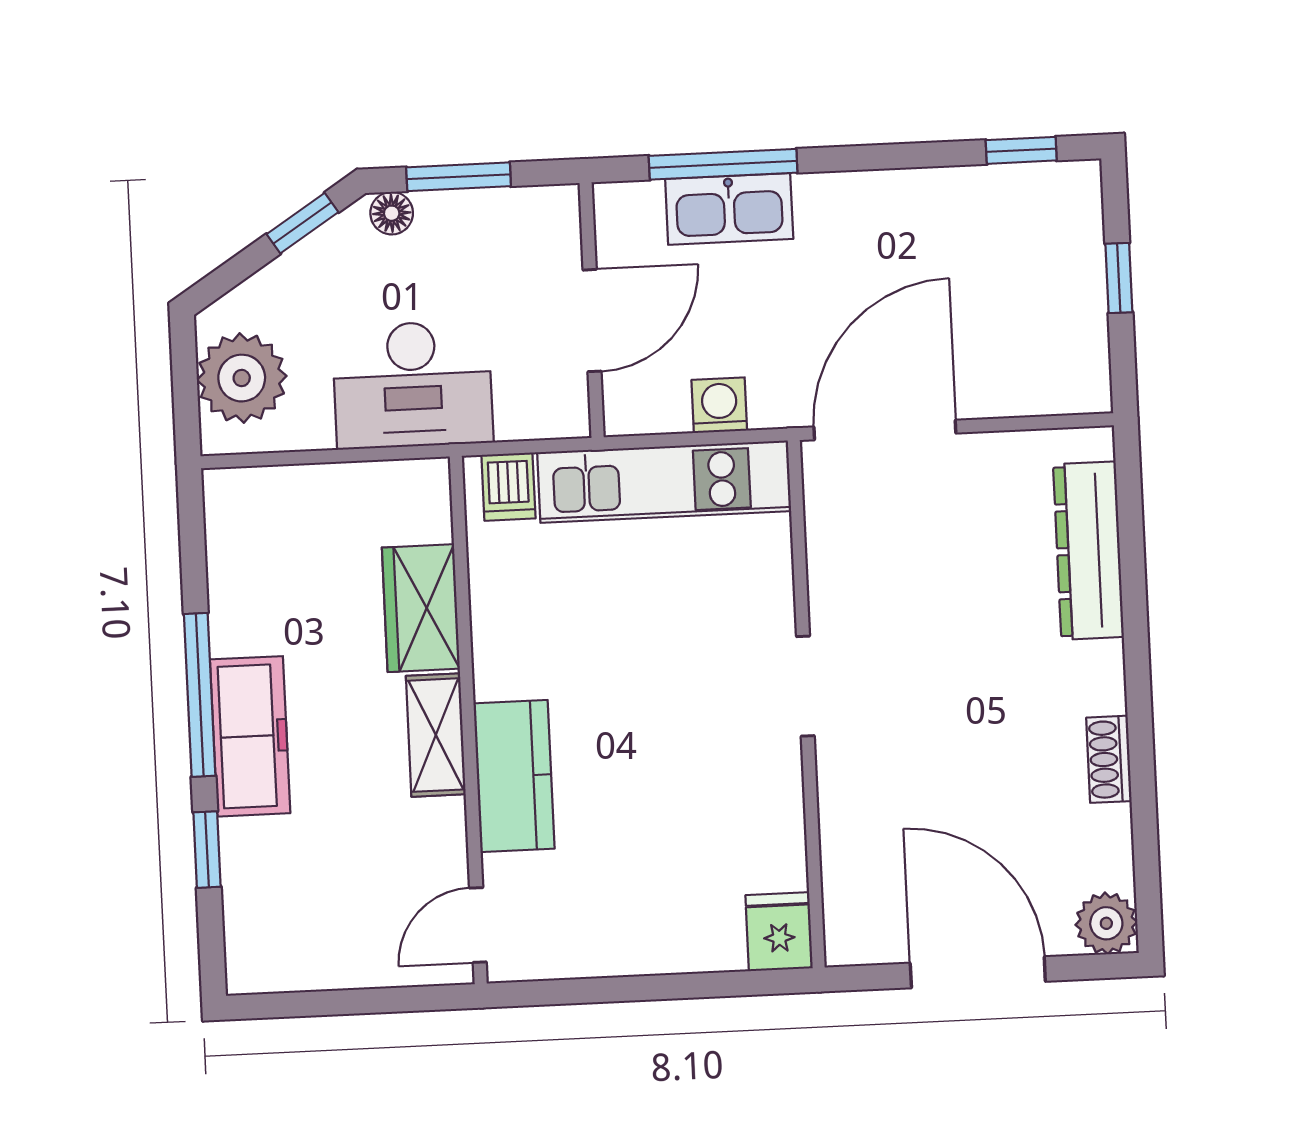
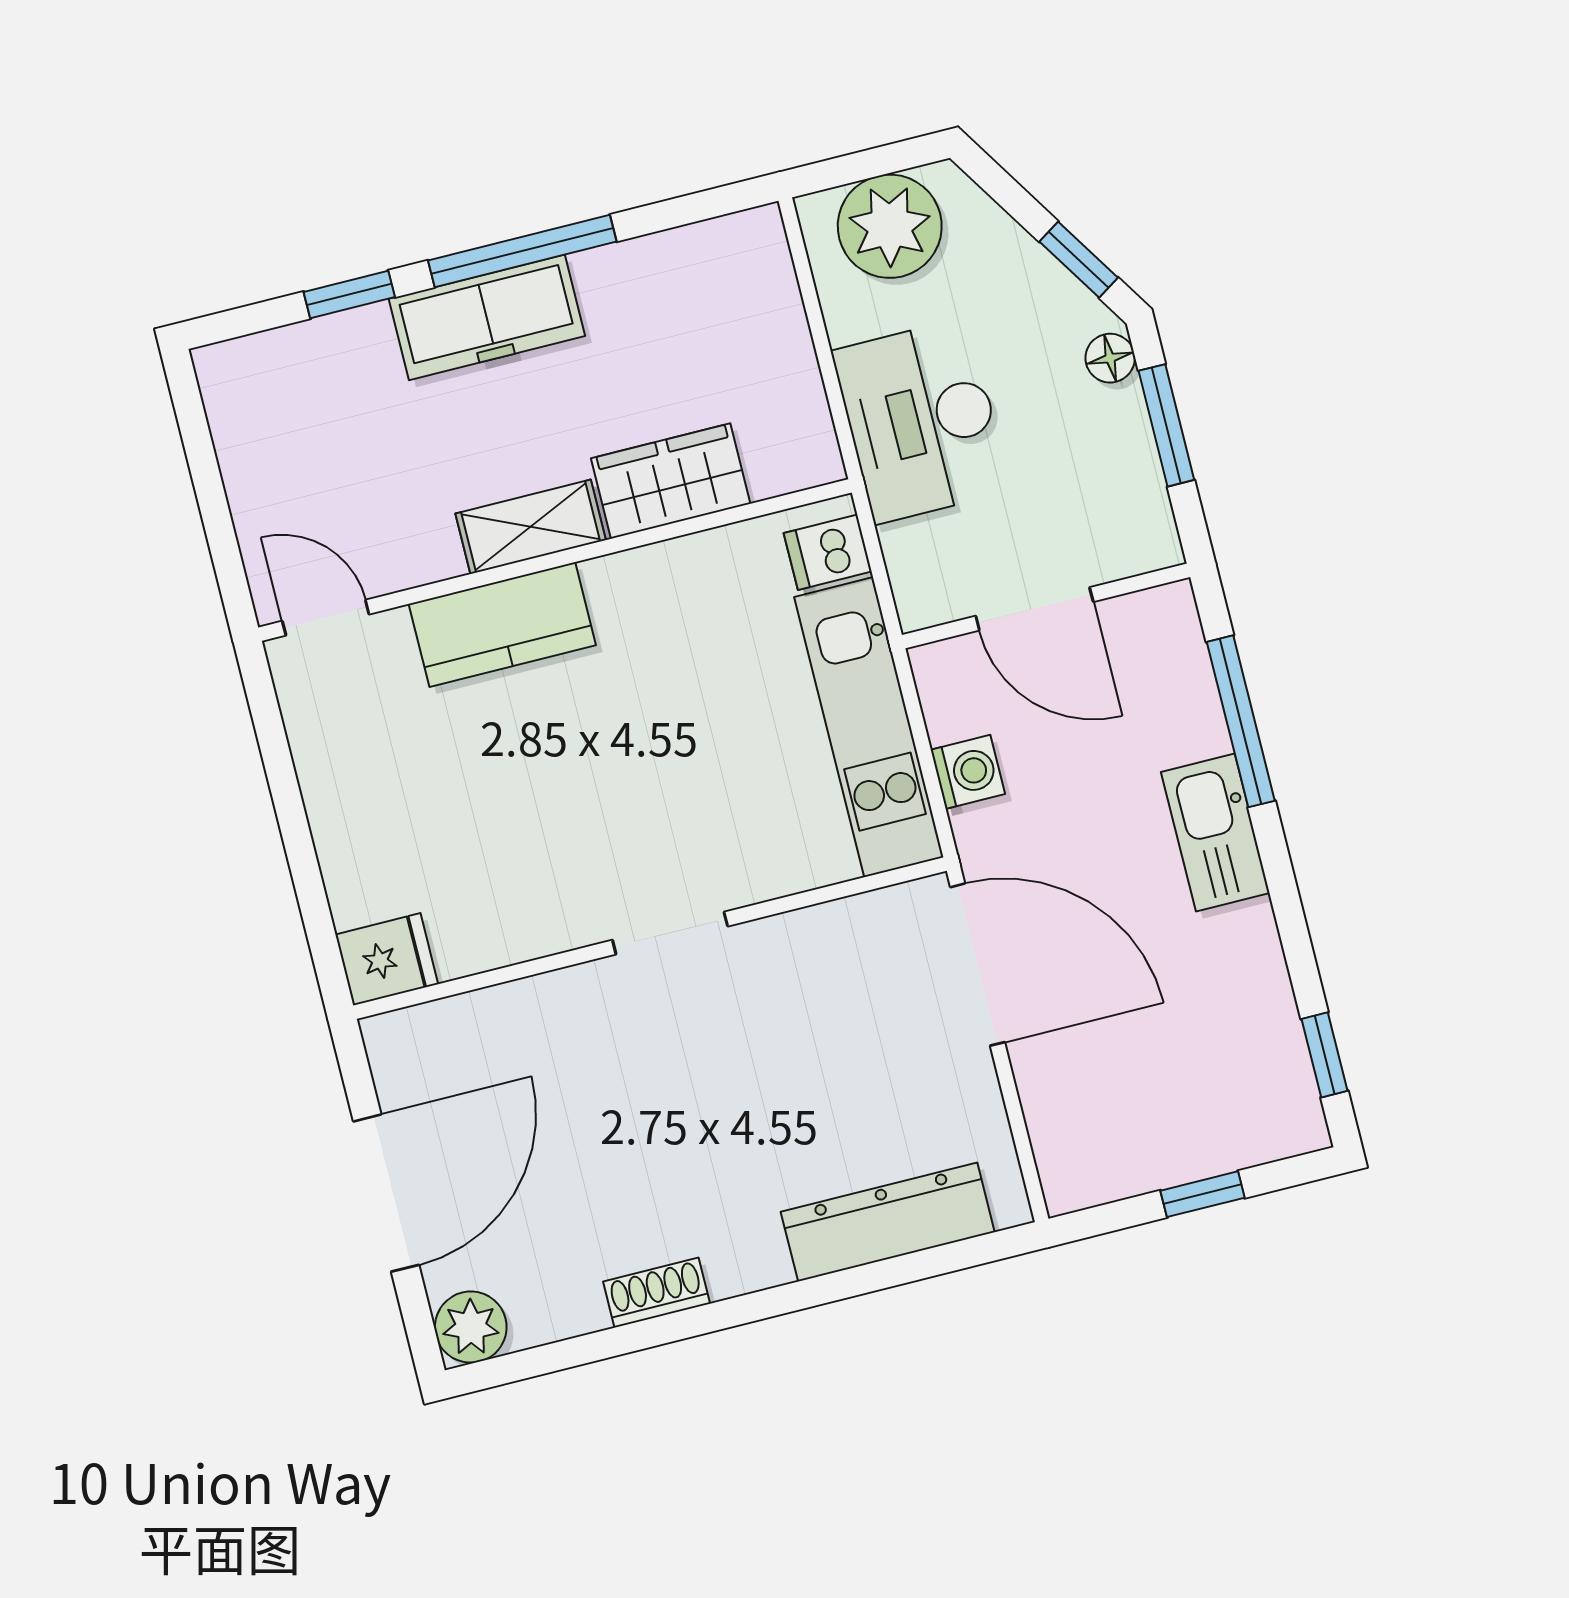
kitchen sink: (729, 209) -> (1215, 832), moved

